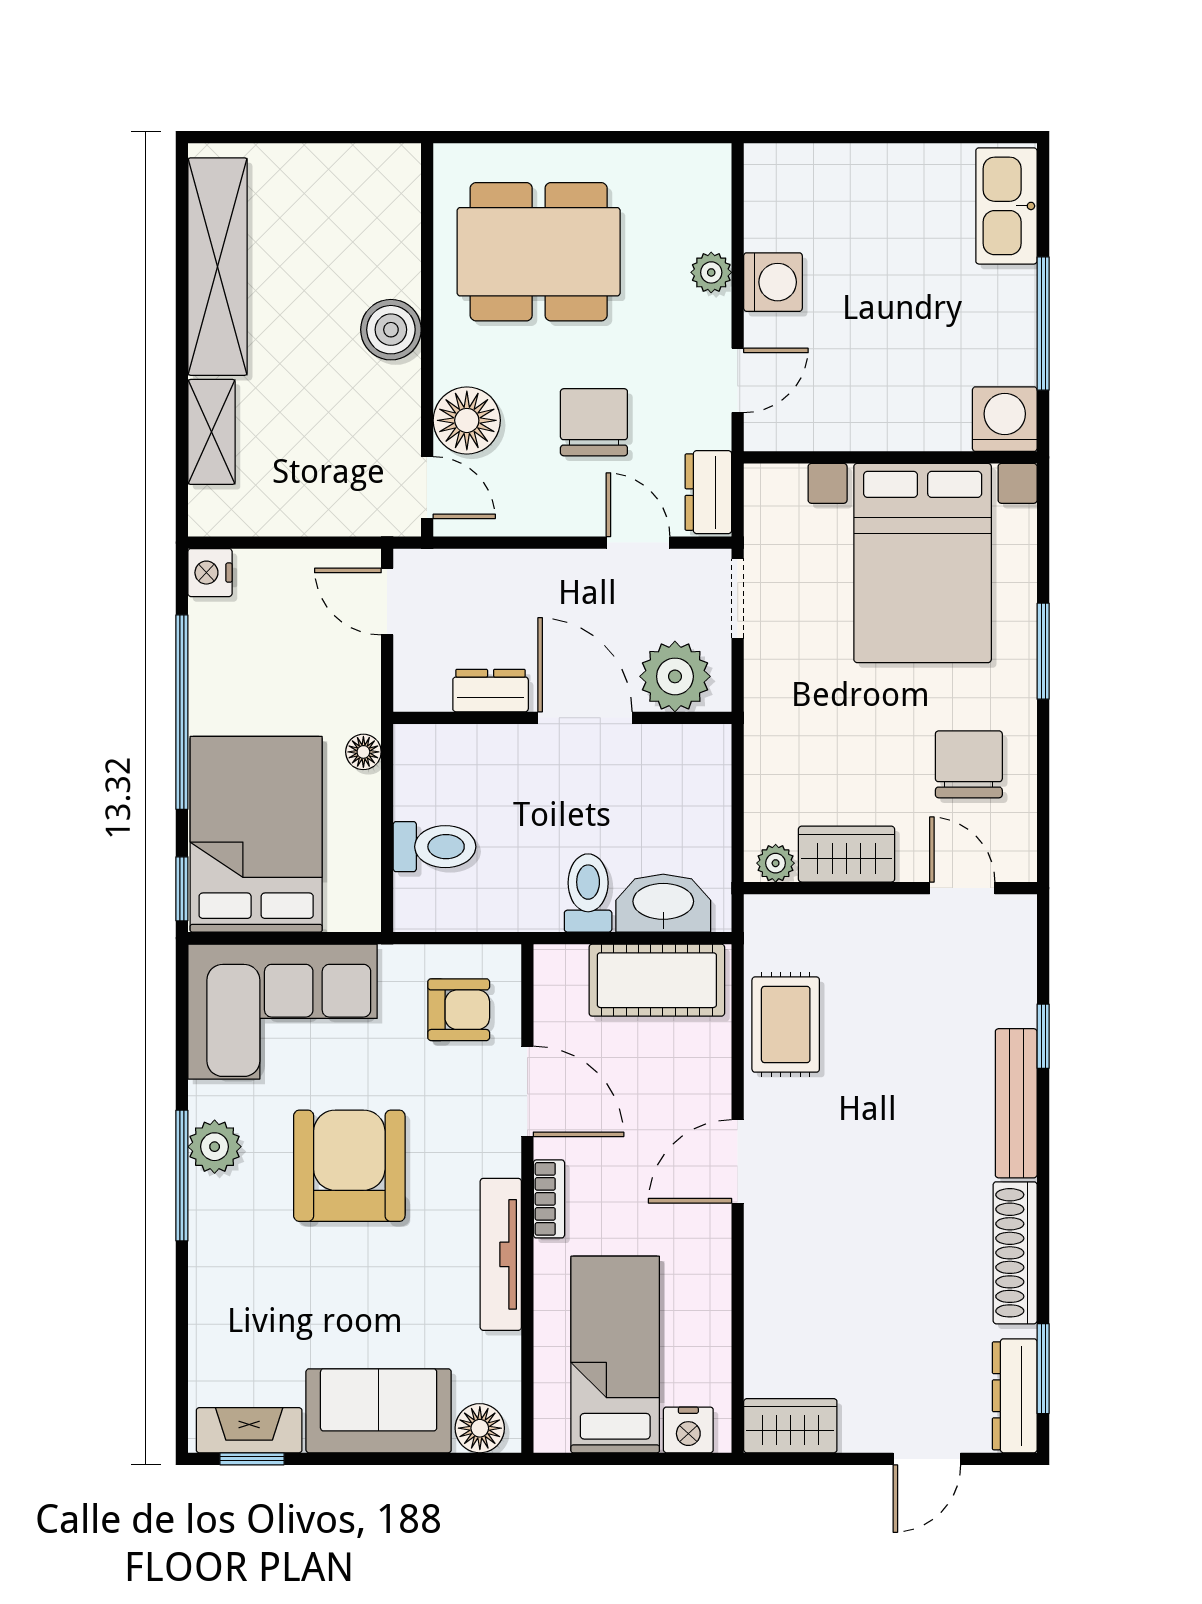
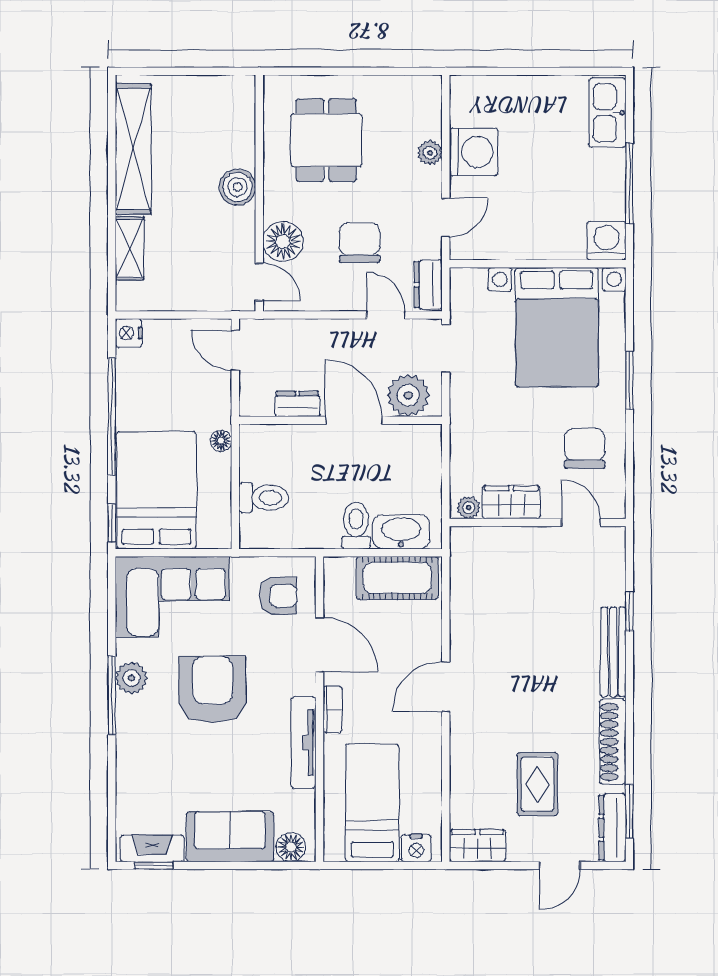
dining table: (539, 252) -> (326, 140), width x0.73
washing machine: (773, 282) -> (474, 152), width x1.37, depth x1.37
rug: (786, 1025) -> (537, 784), moved

